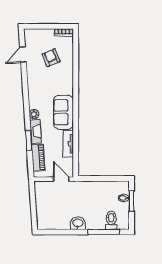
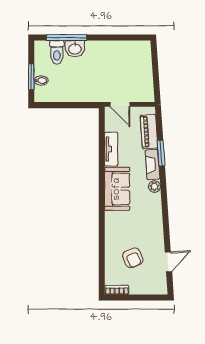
washbasin: (78, 223) -> (75, 49), moved

